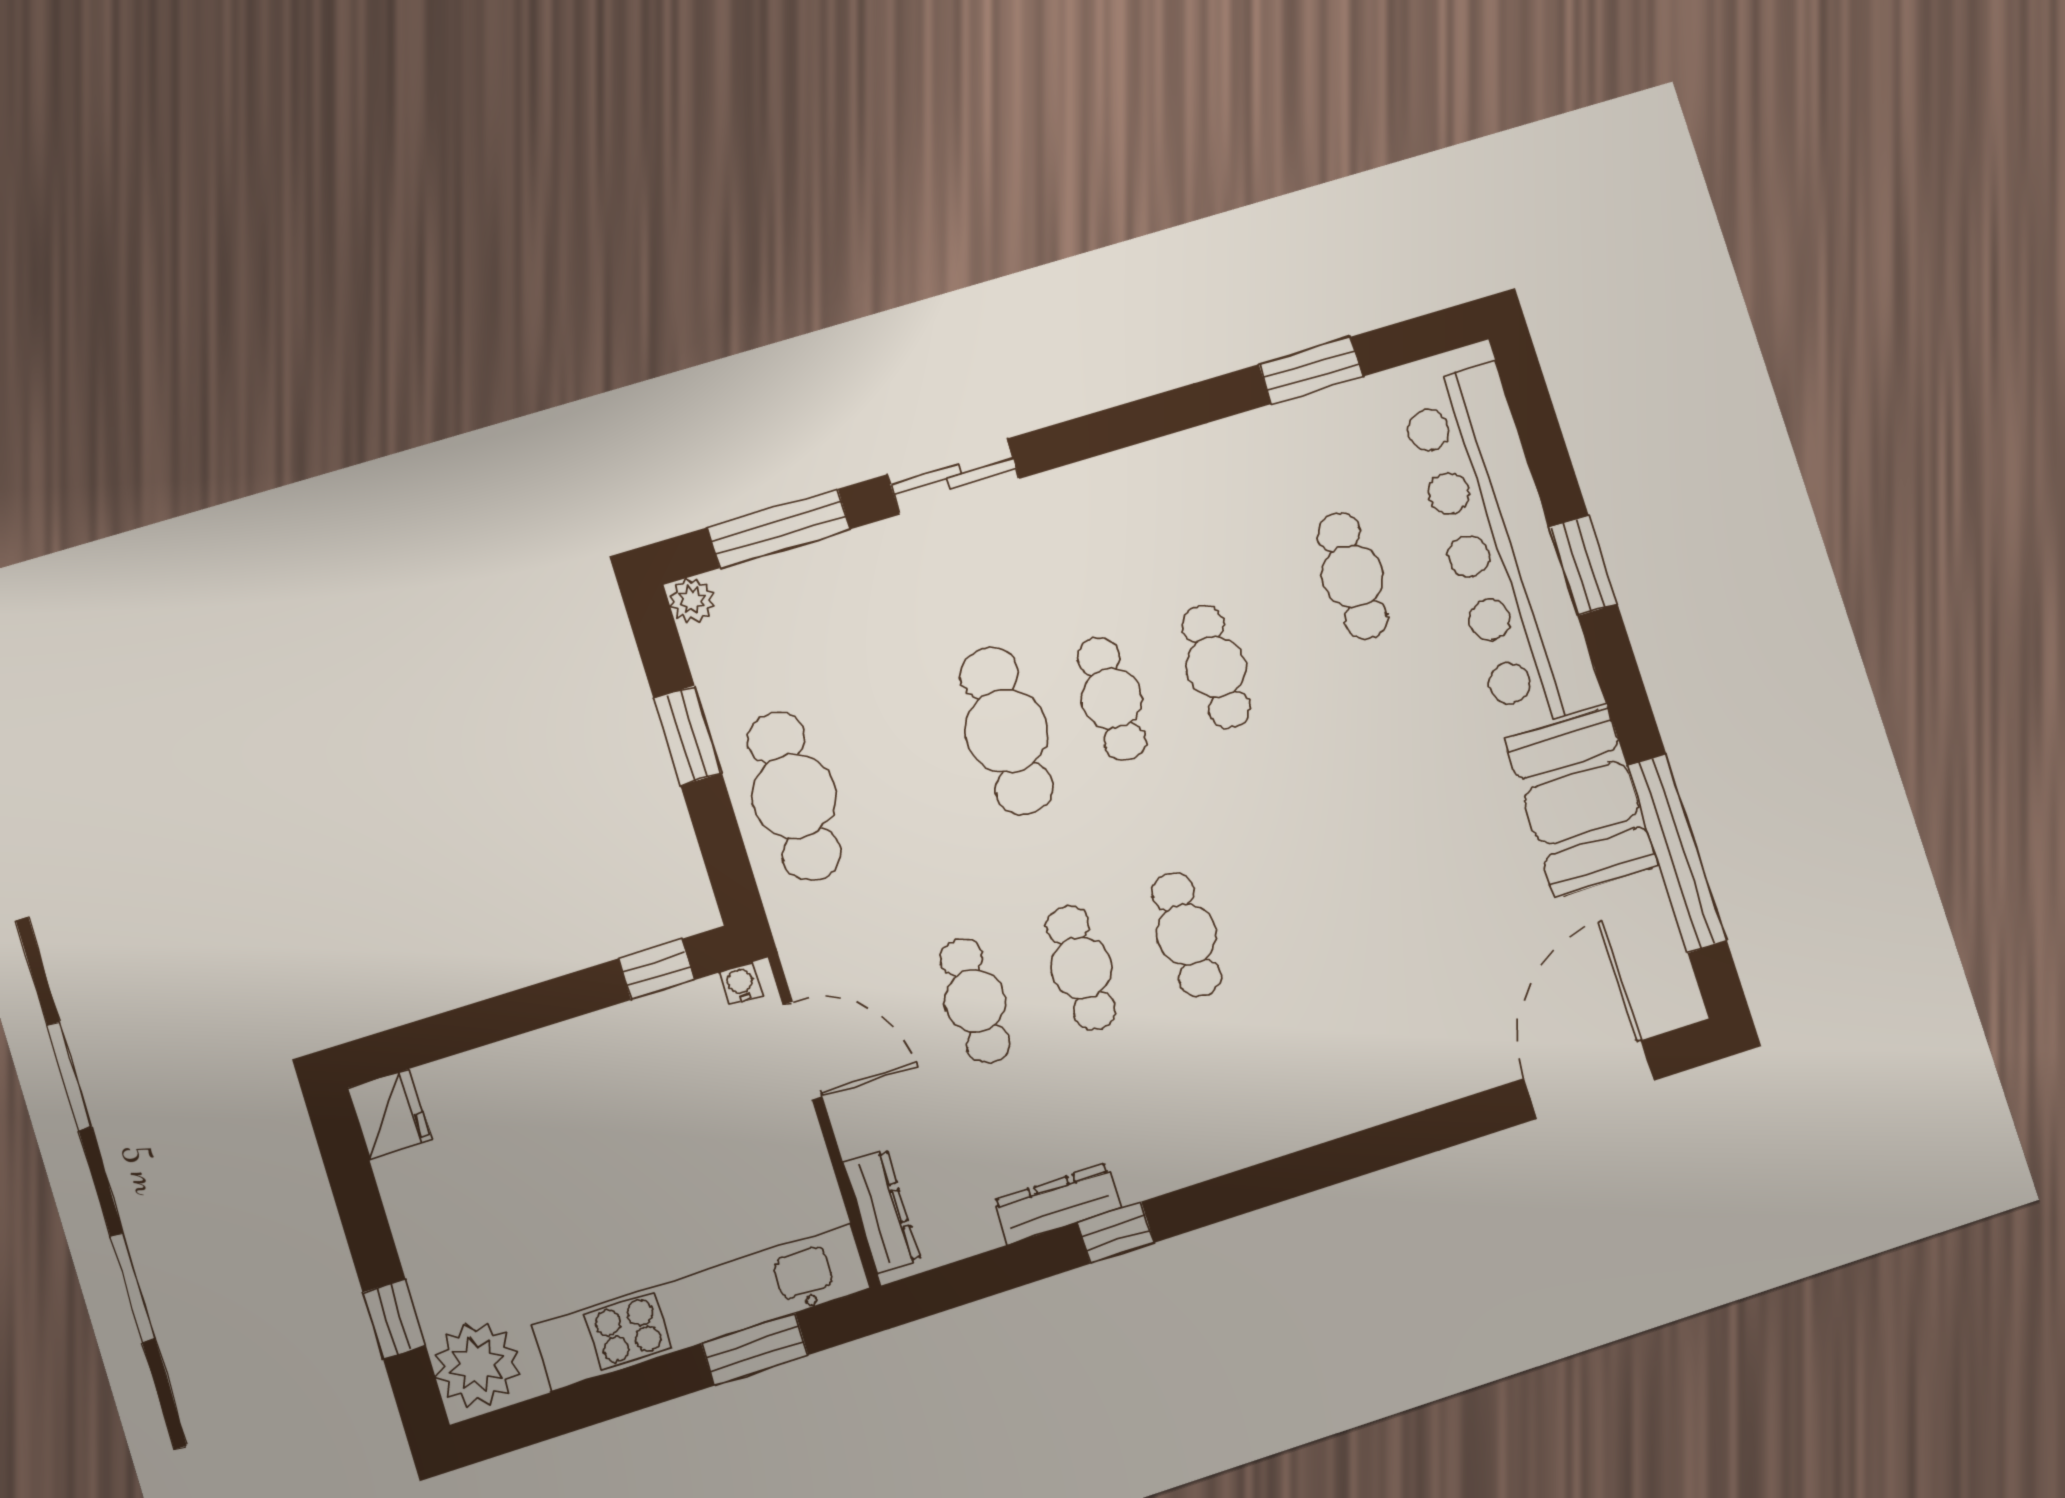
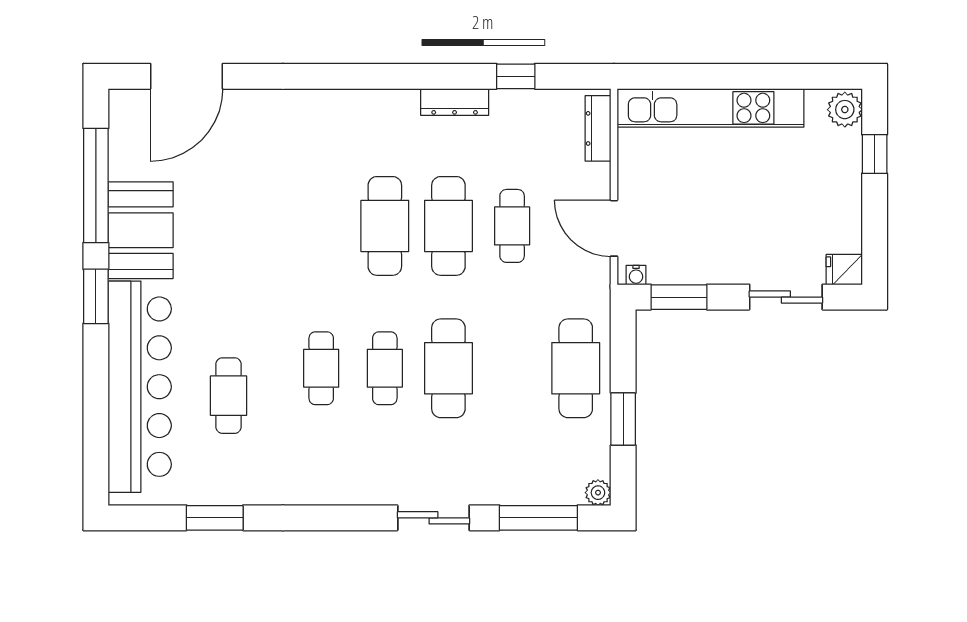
window: (1583, 565) -> (96, 296), moved
cafe table: (1186, 935) -> (385, 226), width x1.37, depth x1.35
cafe table: (1081, 968) -> (448, 226), width x1.37, depth x1.35
window: (656, 969) -> (679, 297), width x1.50
sliding door: (473, 1026) -> (786, 297), added
fridge: (390, 1114) -> (844, 270), width x0.72
dresser: (1057, 1204) -> (455, 102), moved
window: (1116, 1233) -> (516, 76), moved
window: (755, 1349) -> (689, 76), removed
plant: (477, 1365) -> (845, 110), width x0.73, depth x0.73

